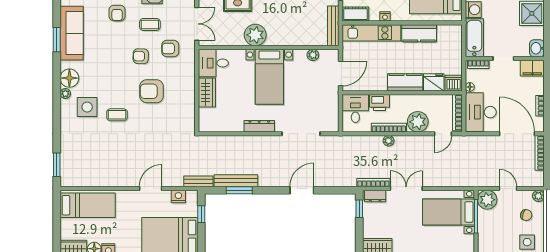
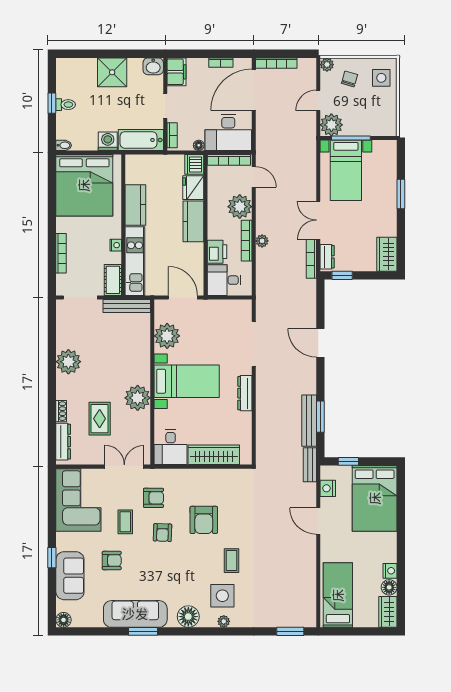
armchair: (170, 49) -> (153, 498), turned -90
plant: (313, 55) -> (167, 336), width x1.87, depth x1.87
wardrobe: (207, 93) -> (214, 455), width x1.50
plant: (65, 94) -> (224, 621), moved

